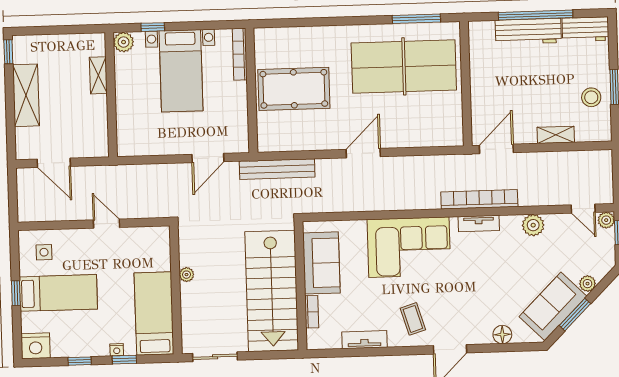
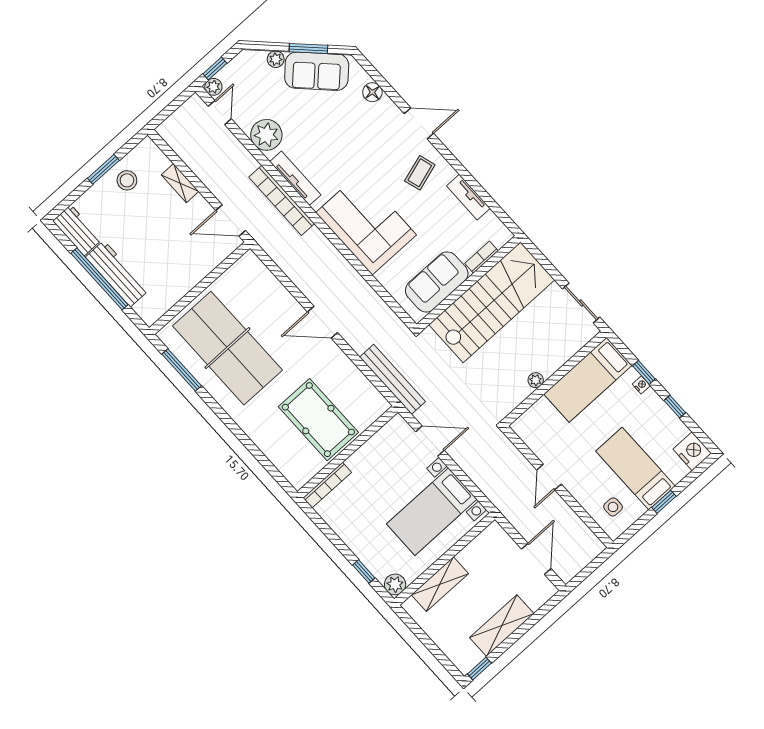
bed with nightstands: (181, 71) -> (432, 512), moved, turned 180
shelving: (98, 75) -> (440, 584), width x1.50, depth x1.33
tv unit: (479, 224) -> (295, 178), width x1.41
plant: (533, 225) -> (266, 135), width x1.36, depth x1.36

